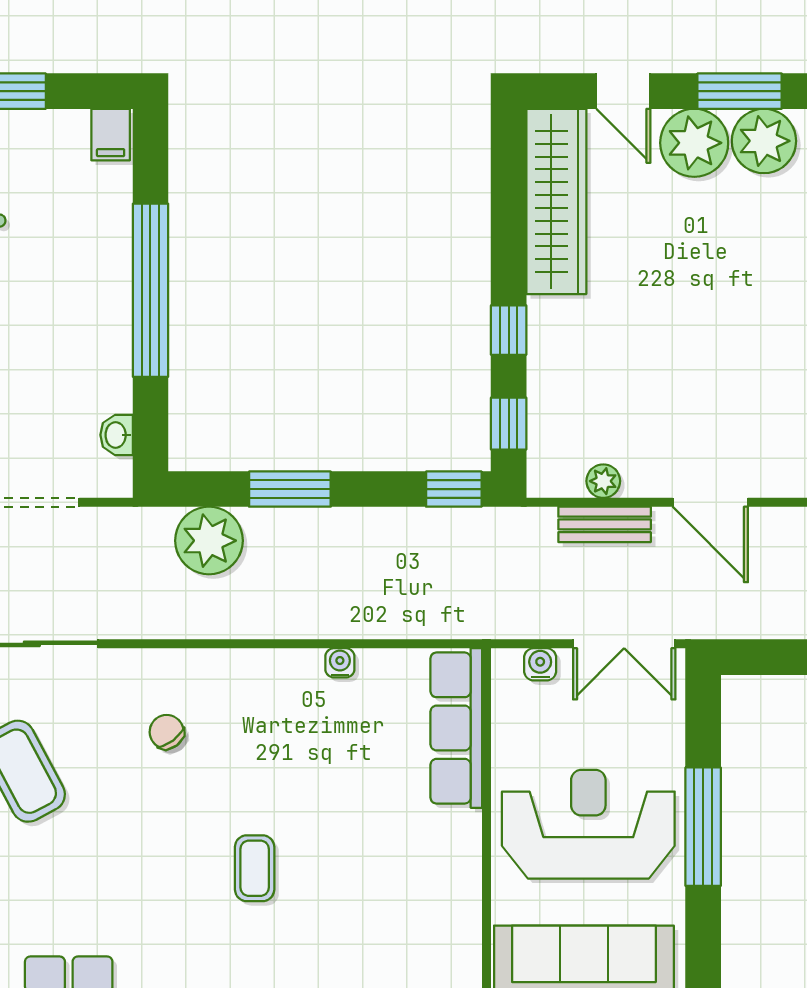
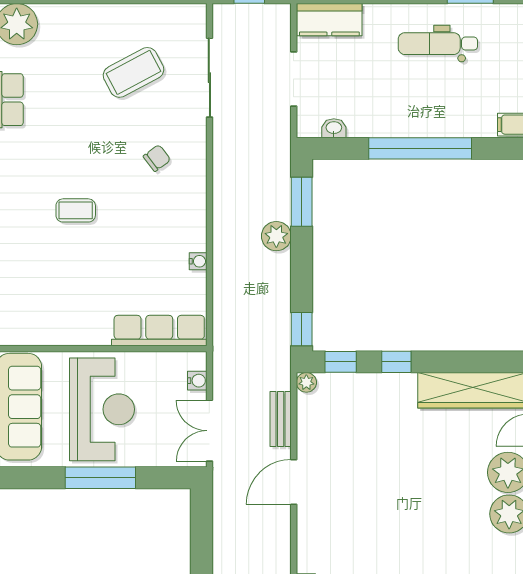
plant: (603, 481) -> (306, 382), moved
window: (290, 489) -> (302, 202), moved
plant: (209, 541) -> (276, 236), moved, width x0.73, depth x0.73

